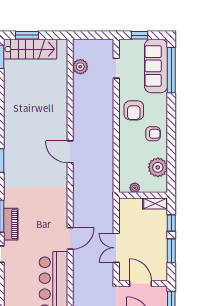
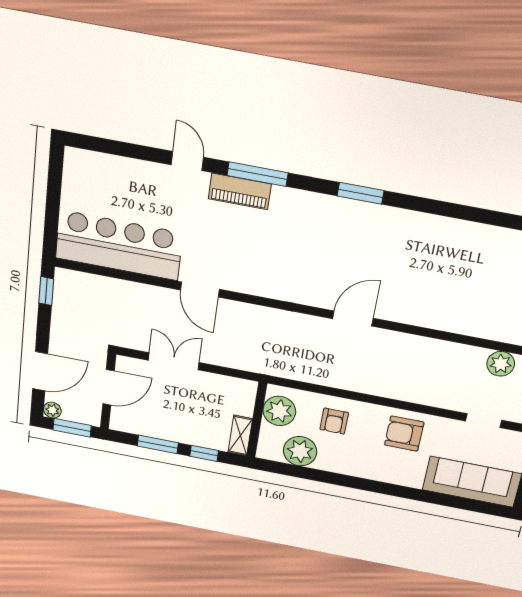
window: (171, 70) -> (459, 503), removed
armchair: (153, 134) -> (334, 421), moved
plant: (135, 188) -> (279, 411), width x1.88, depth x1.88

